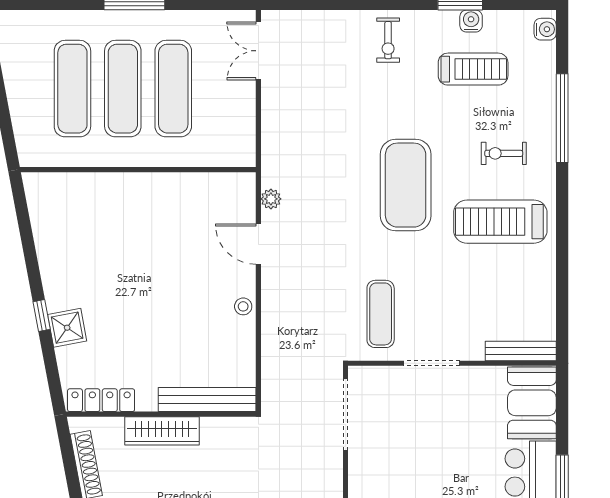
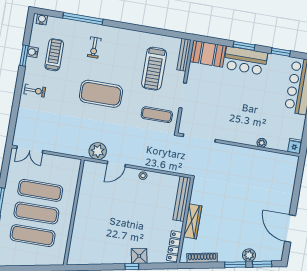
plant: (271, 199) -> (98, 151), width x1.88, depth x1.88
treadmill: (500, 222) -> (154, 69), moved

